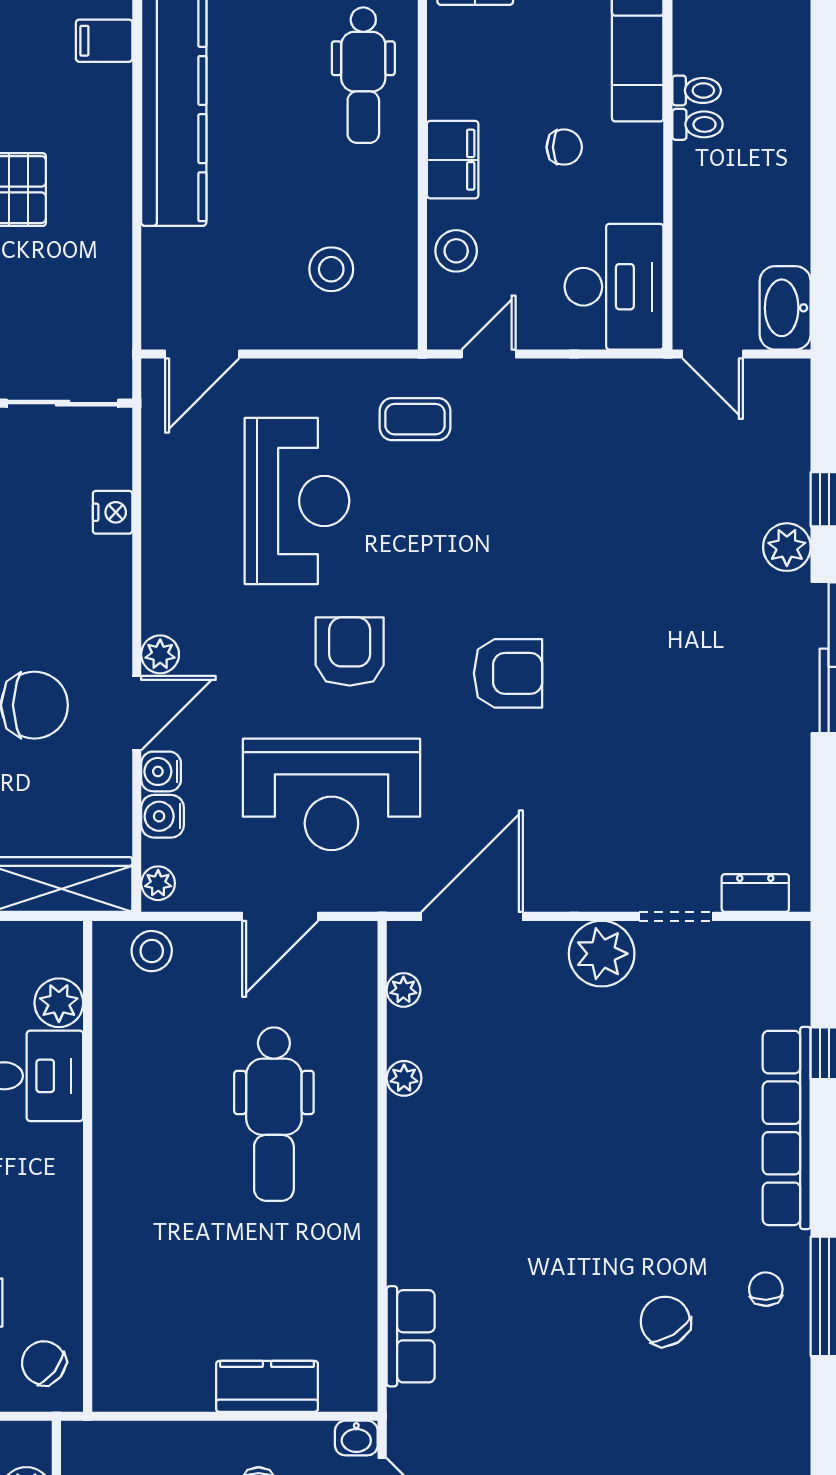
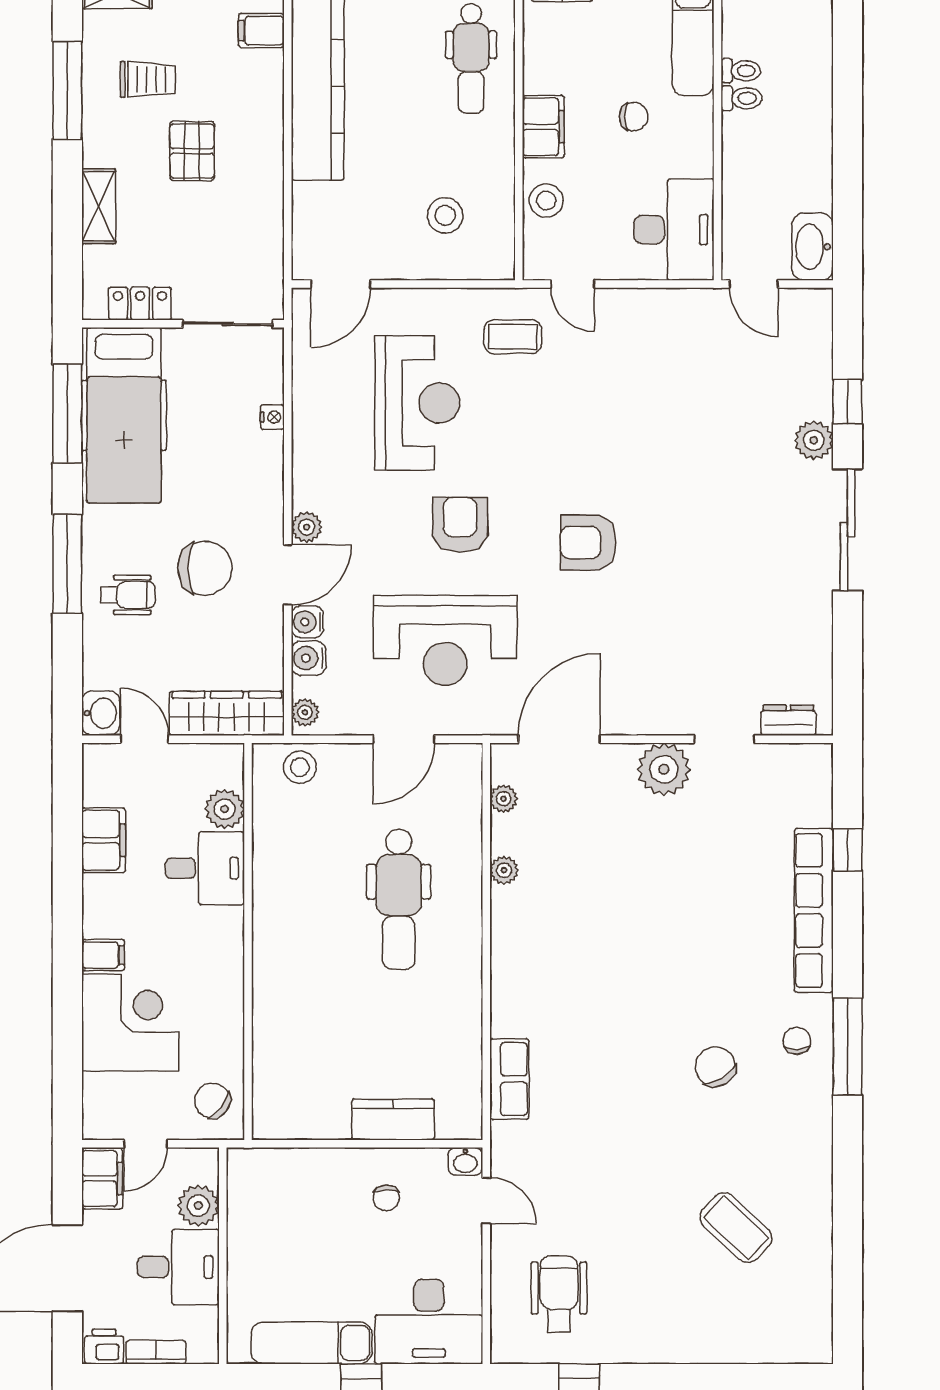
door: (489, 354) -> (572, 284), swing flipped
nightstand: (113, 512) -> (272, 417), width x0.72, depth x0.74
armchair: (508, 673) -> (588, 543), turned 180

